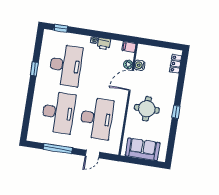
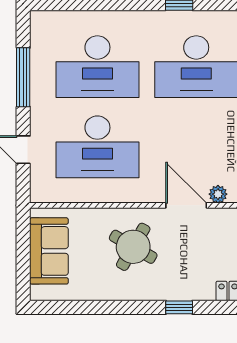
water cooler: (140, 65) -> (220, 218), removed
round table: (147, 109) -> (133, 247), turned 30
window: (176, 112) -> (179, 307), moved

